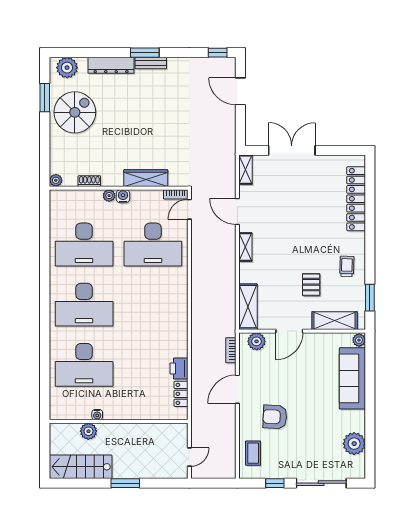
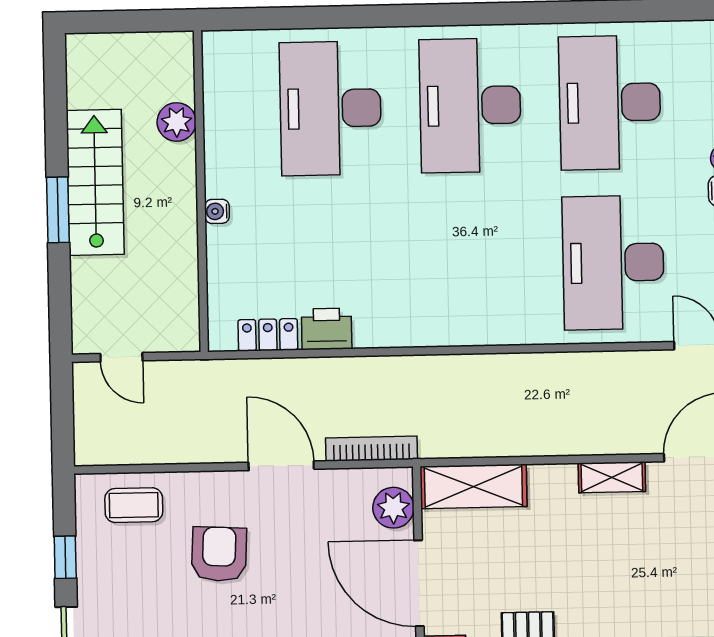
door: (289, 331) -> (419, 583), width x1.36
bookcase: (231, 350) -> (372, 449), width x1.56
water cooler: (97, 415) -> (217, 211), moved
stairs: (81, 467) -> (95, 182), moved

